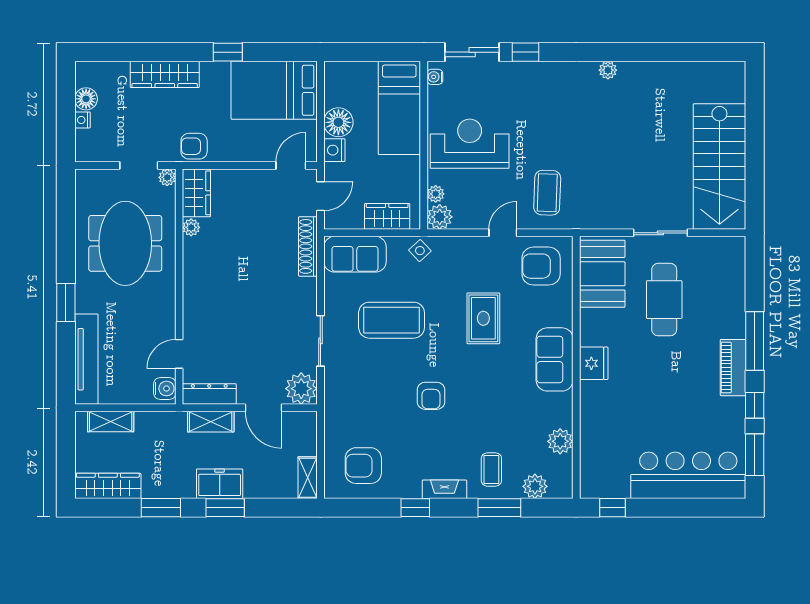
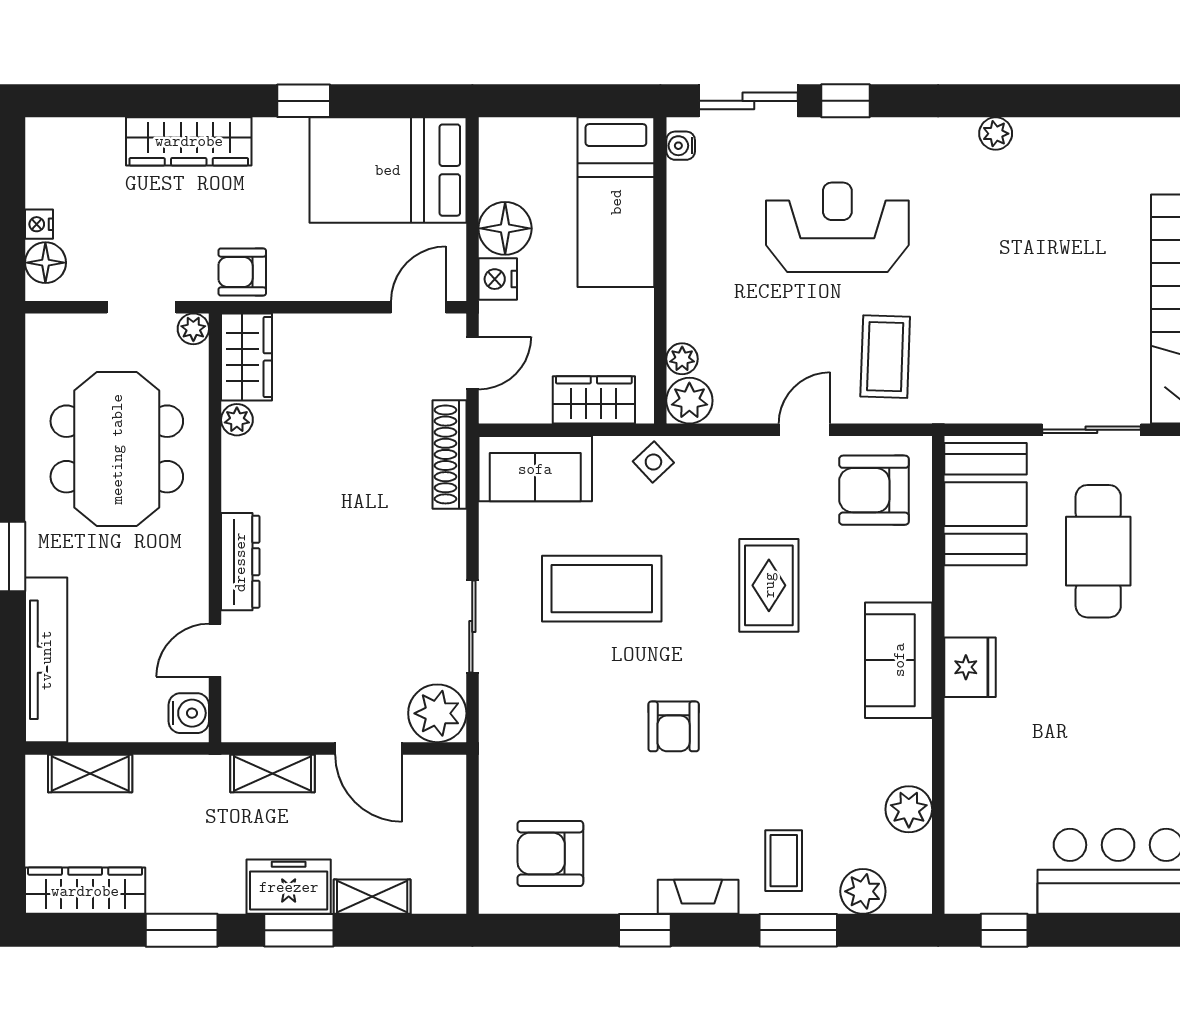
floor lamp: (86, 99) -> (45, 263), moved
reception desk: (470, 144) -> (837, 227), moved
dresser: (209, 394) -> (240, 562), moved, turned 90
shelving: (308, 478) -> (372, 897), moved, turned 90

